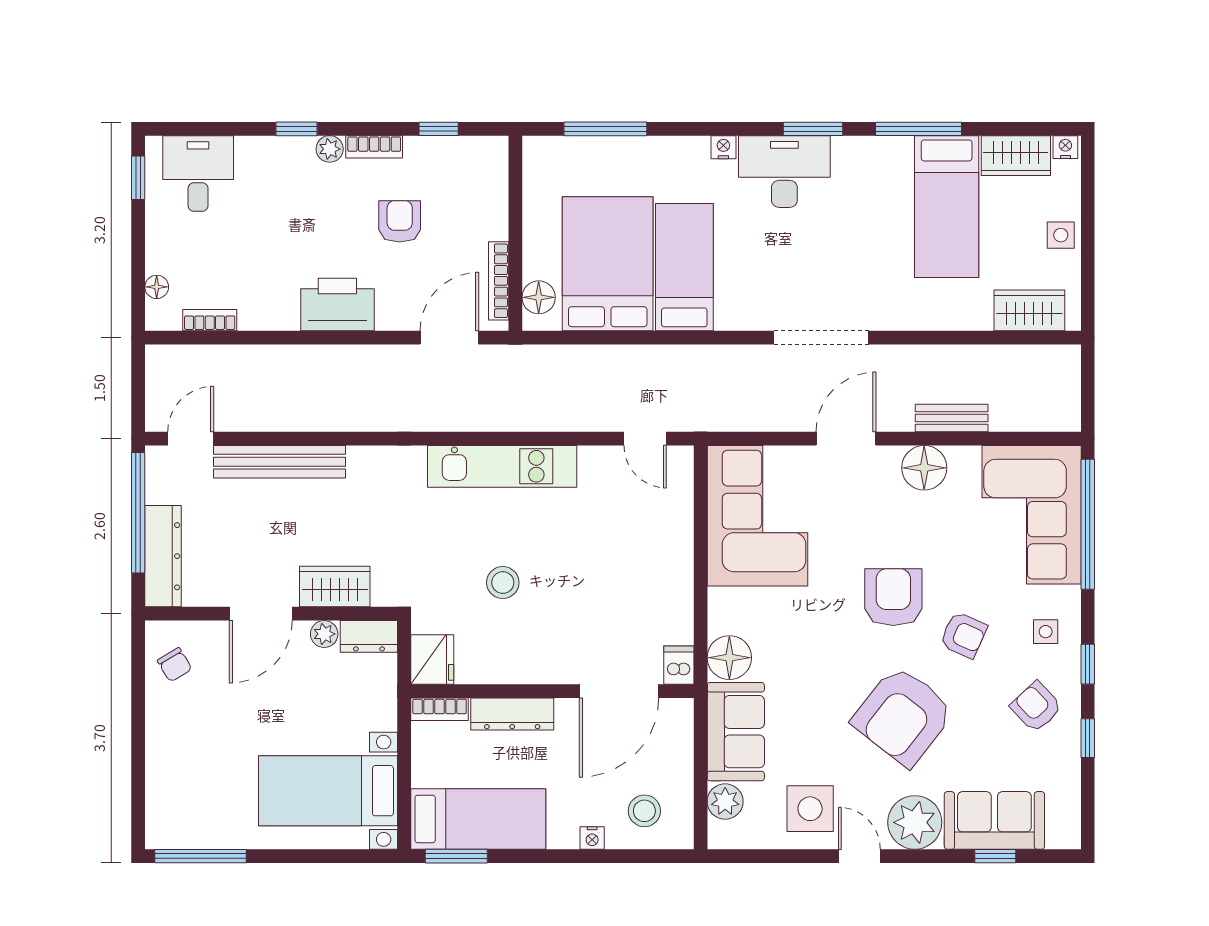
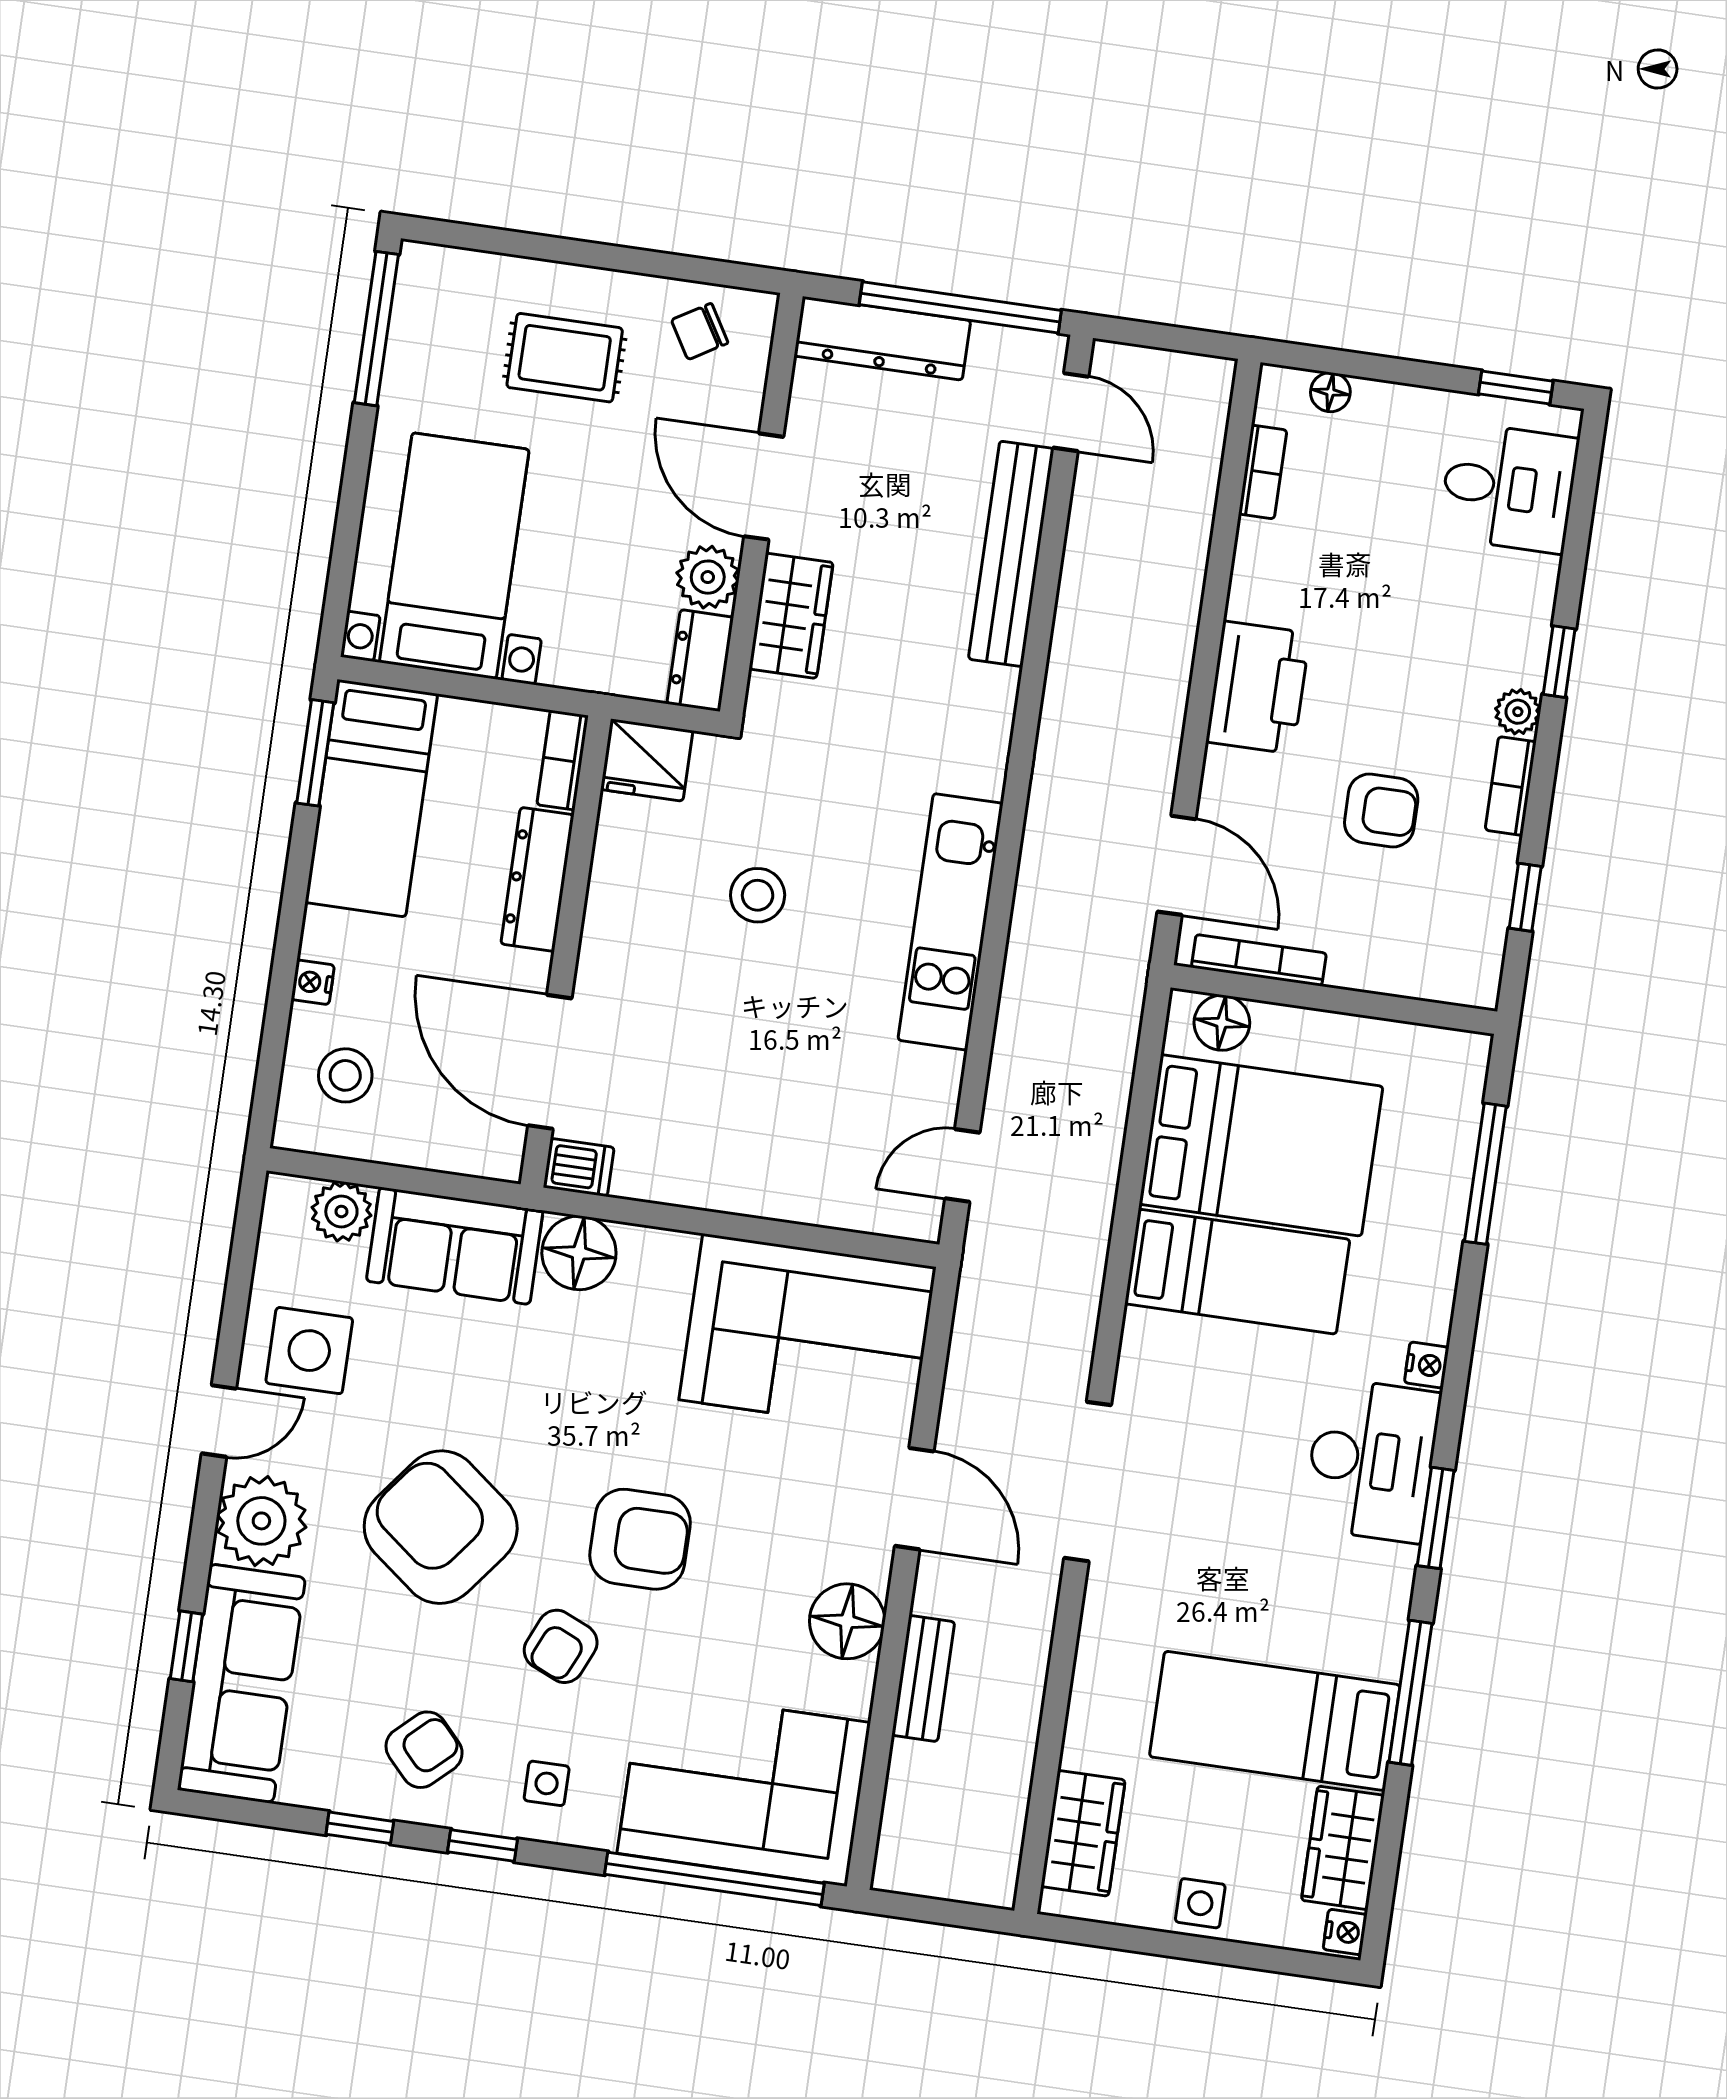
plant: (324, 634) -> (708, 577), width x1.38, depth x1.38
rug: (202, 742) -> (565, 358), added
sofa: (994, 820) -> (241, 1683), width x1.36

